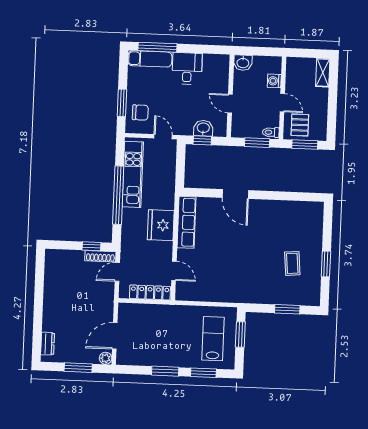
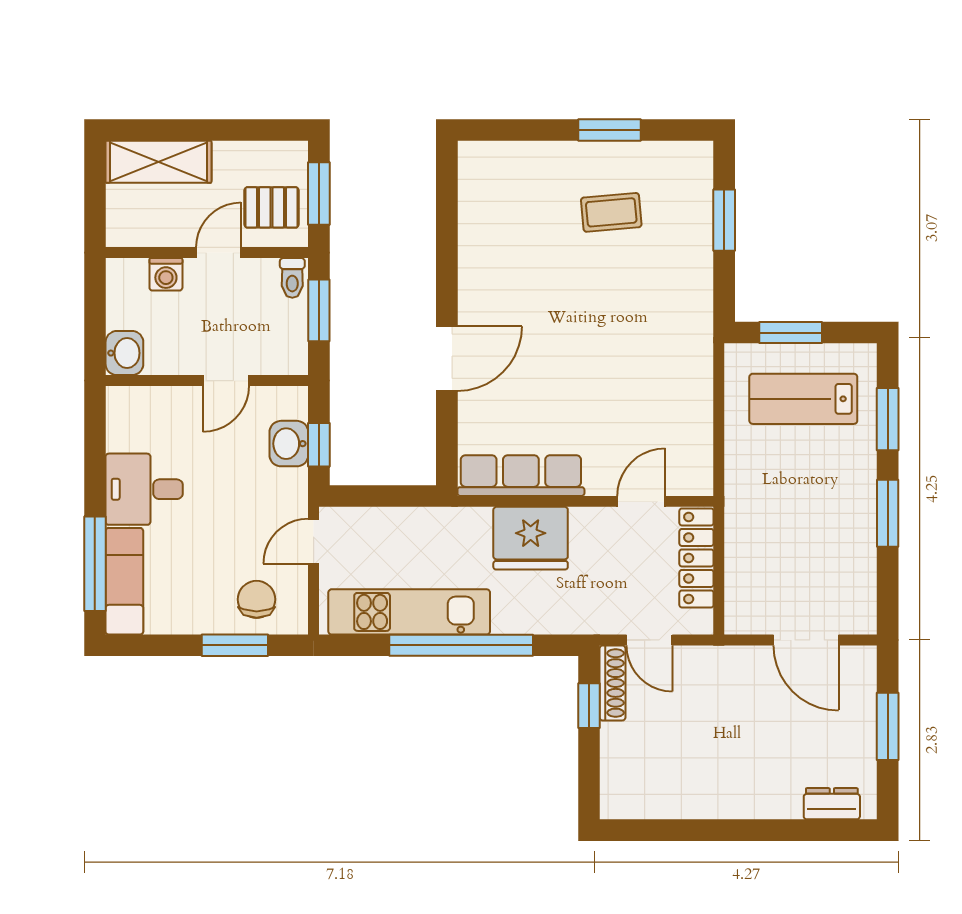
shelving: (323, 73) -> (159, 162), width x1.50, depth x1.33
plant: (106, 358) -> (862, 660), removed

